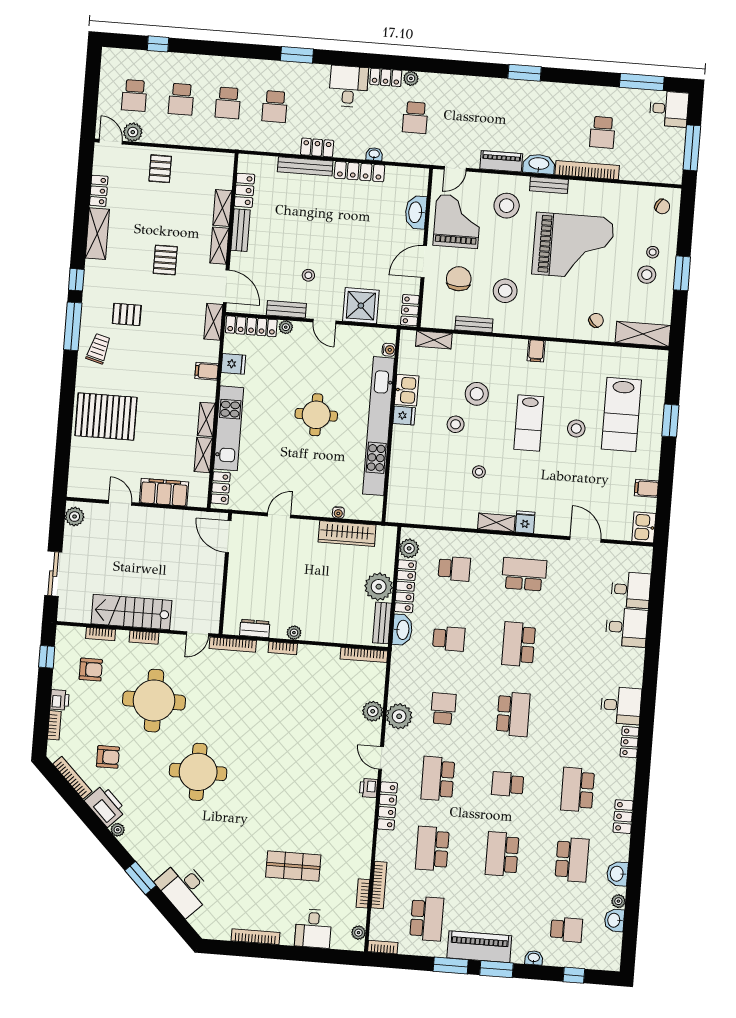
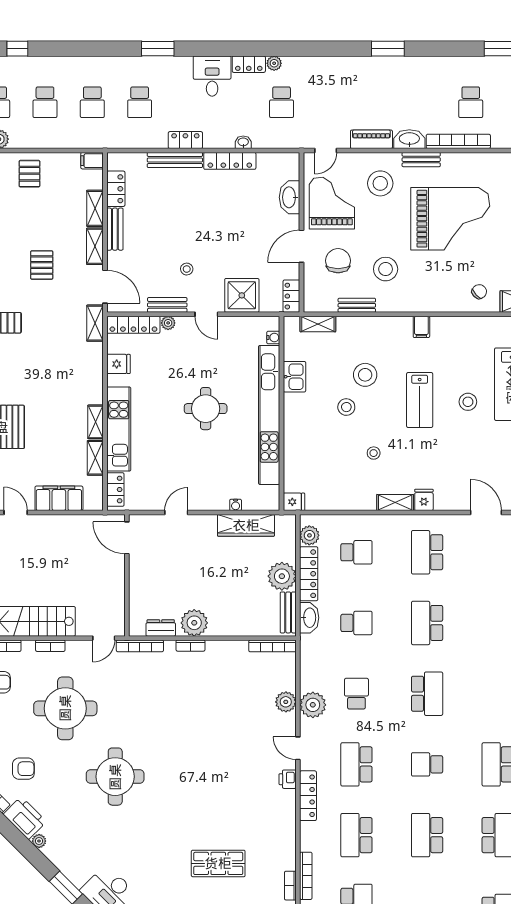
filing cabinet: (207, 371) -> (92, 161), moved
fridge: (404, 416) -> (294, 502), moved
school desk: (524, 574) -> (427, 552), turned -90
plant: (294, 633) -> (194, 623), width x1.88, depth x1.88

